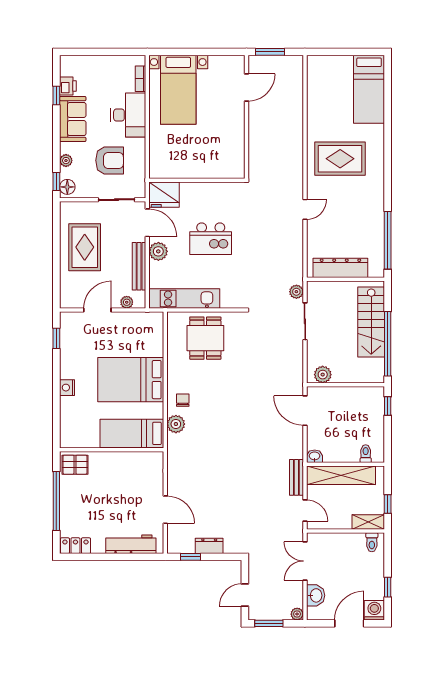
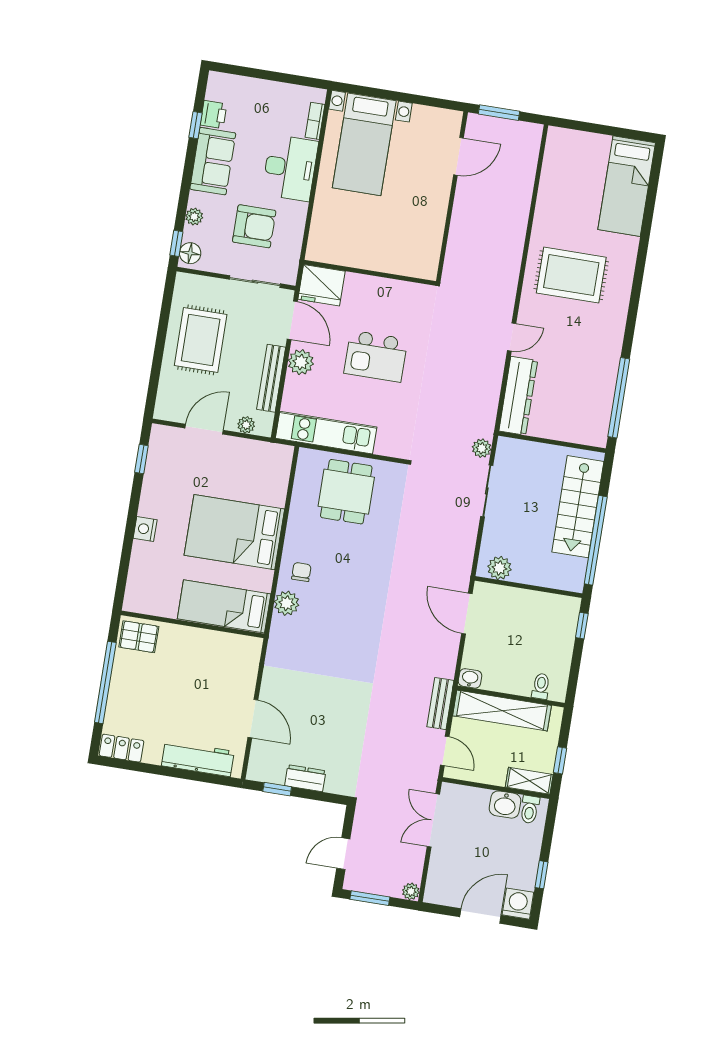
dresser: (340, 268) -> (518, 396), moved, turned 90
washbasin: (316, 595) -> (505, 805), moved, turned 90

